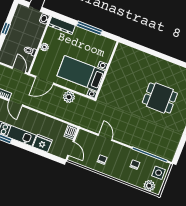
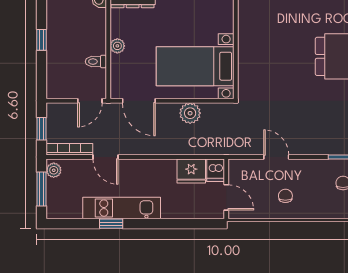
door: (19, 70) -> (90, 101), swing flipped
door: (44, 80) -> (139, 101), hinge flipped
fridge: (43, 143) -> (191, 171), moved, turned 180

